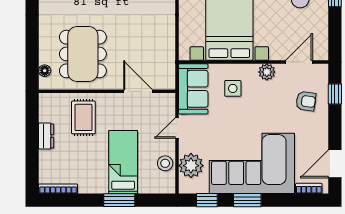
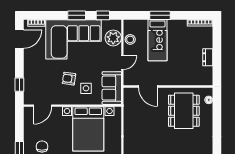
plant: (267, 72) -> (64, 99), removed
armchair: (306, 101) -> (69, 79), moved
rug: (83, 117) -> (183, 69), removed

